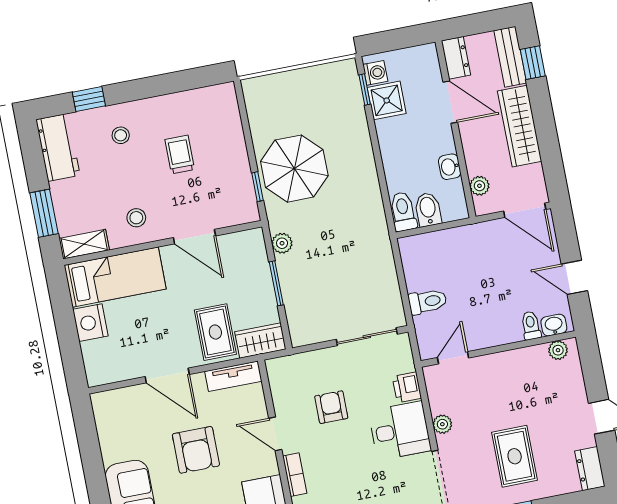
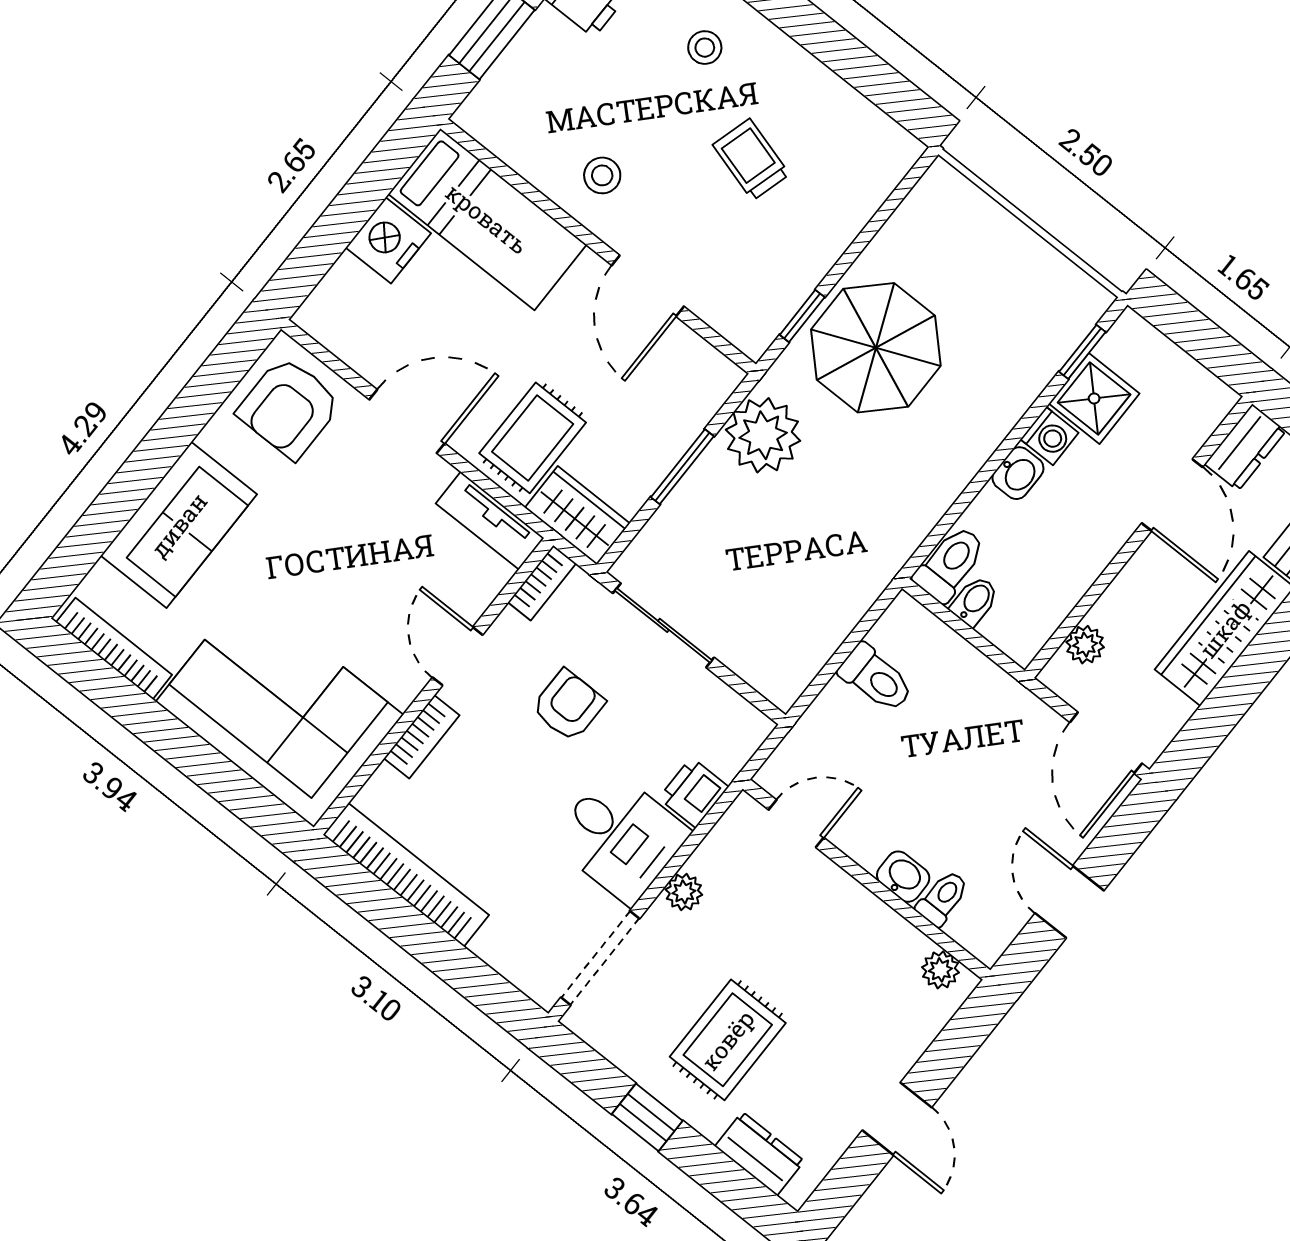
washing machine: (375, 73) -> (1049, 436), moved
trolley: (180, 154) -> (751, 160), turned -74
washbasin: (450, 167) -> (1018, 473), moved, turned 180
bidet: (428, 209) -> (975, 601), width x0.72, depth x0.74
plant: (282, 243) -> (763, 435), width x1.88, depth x1.88
shelving: (84, 244) -> (497, 132), removed
toilet: (428, 302) -> (876, 678), moved
washbasin: (554, 325) -> (903, 877), moved
sliding door: (367, 337) -> (663, 625), moved
door: (167, 376) -> (407, 421), swing flipped
bookcase: (275, 377) -> (542, 583), added
armchair: (196, 450) -> (289, 408), moved
dresser: (590, 469) -> (760, 1154), moved, turned 90

